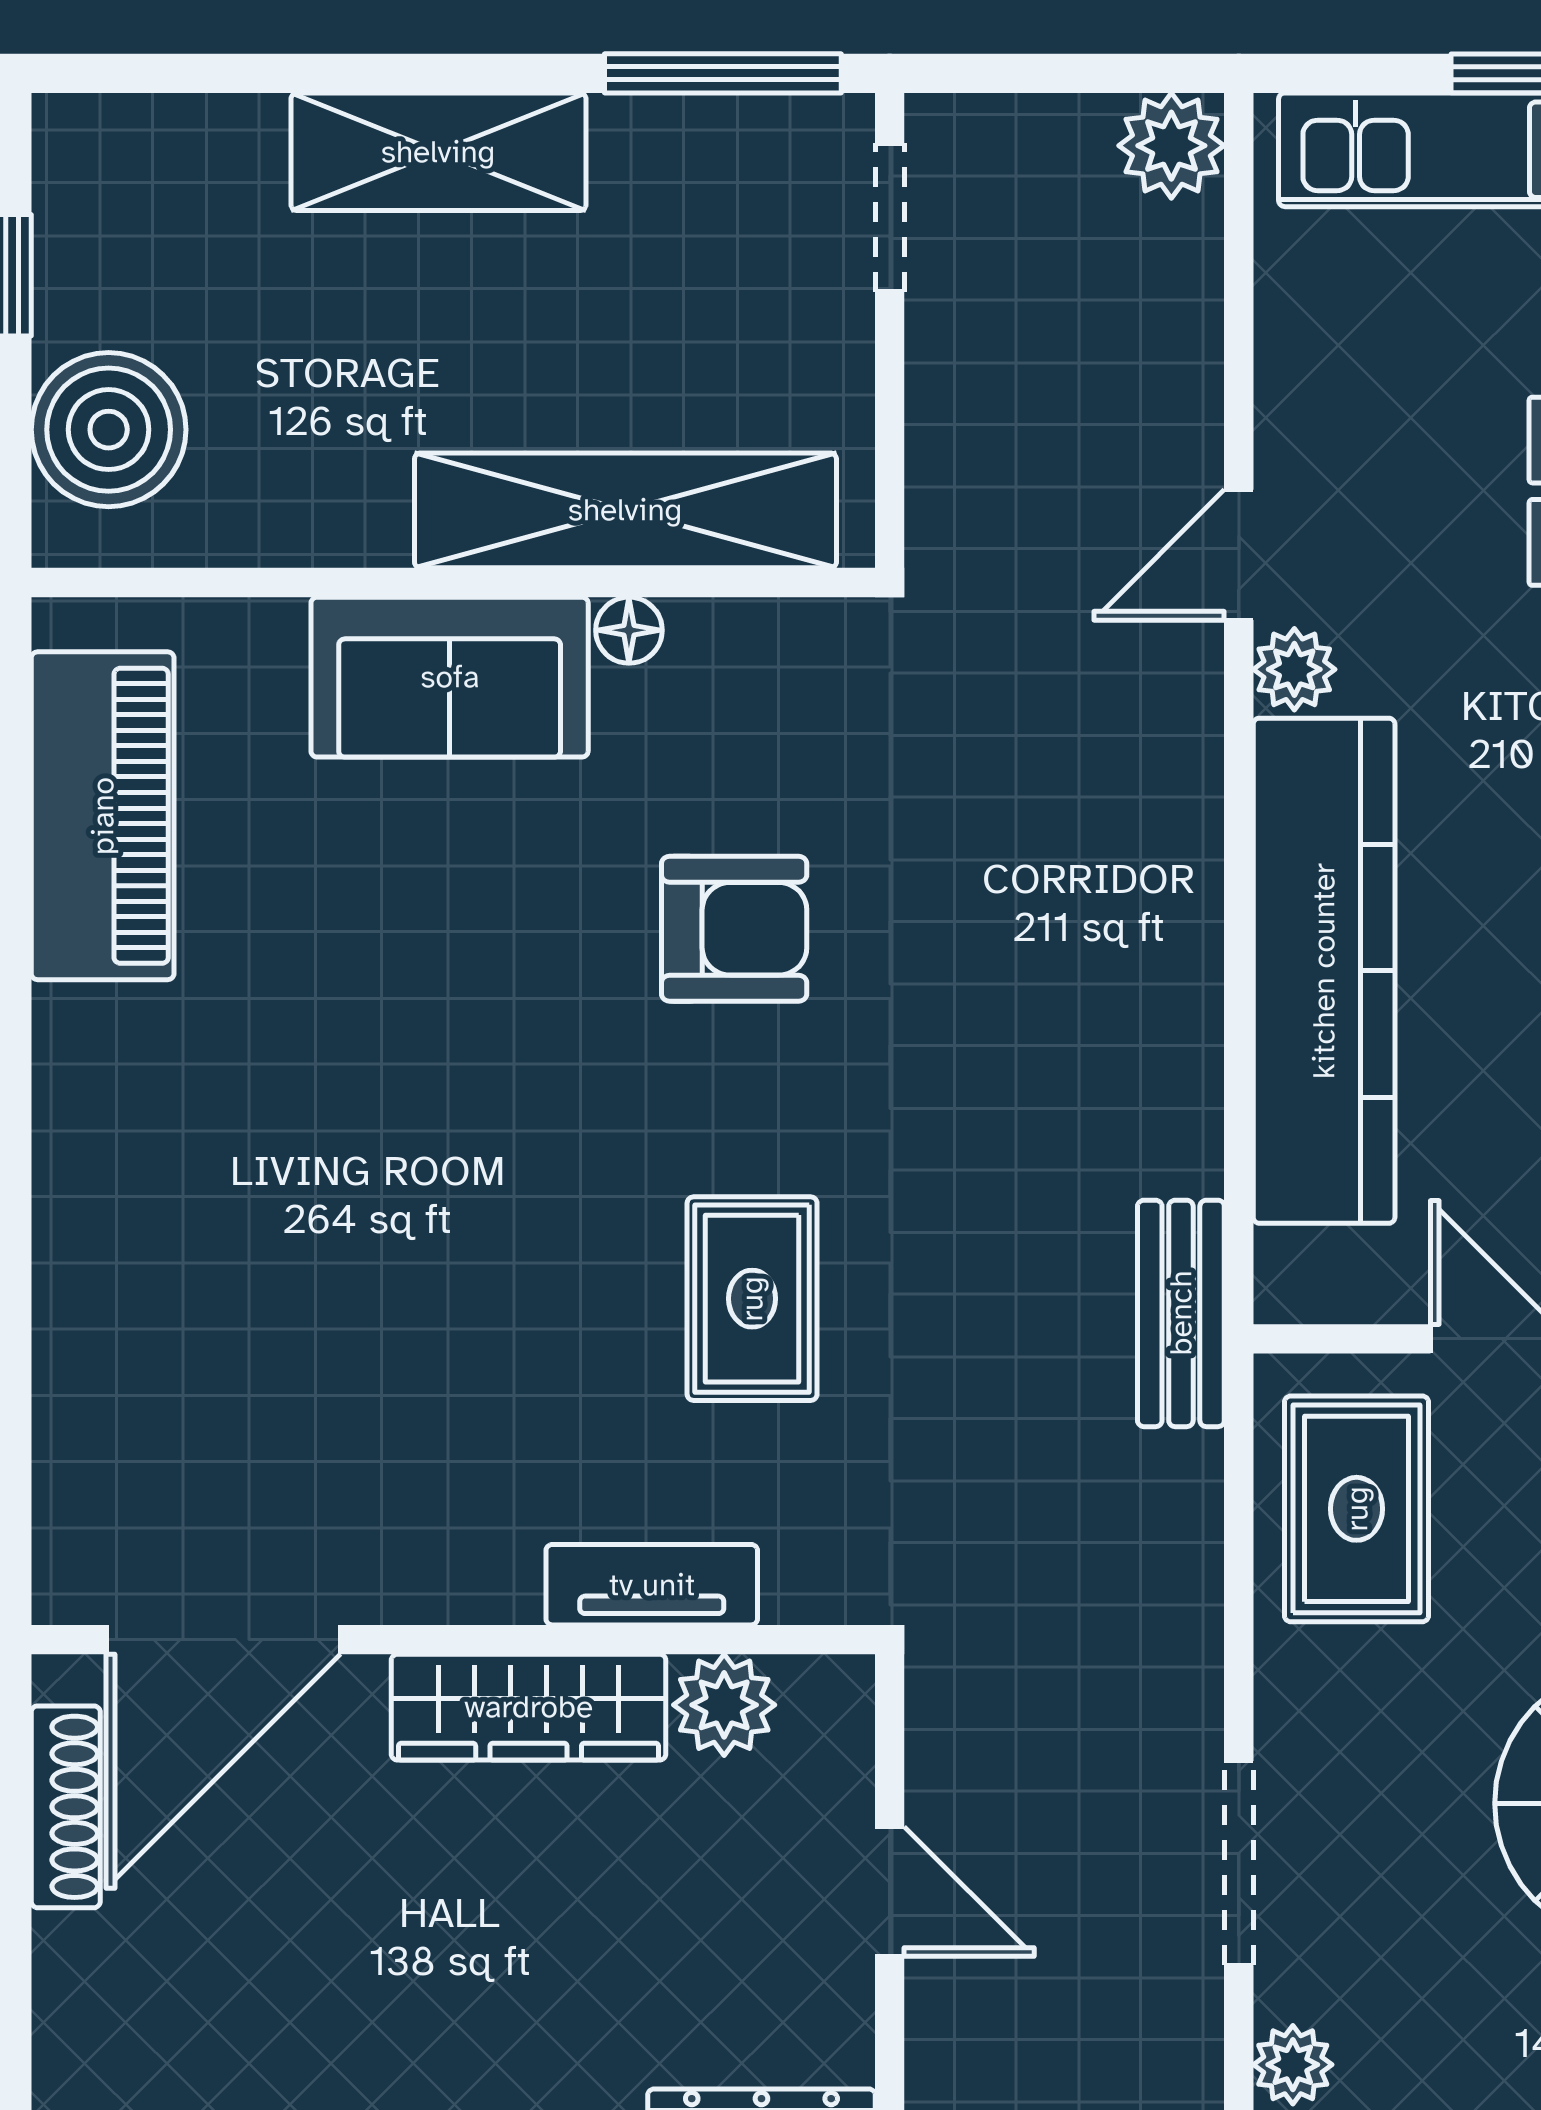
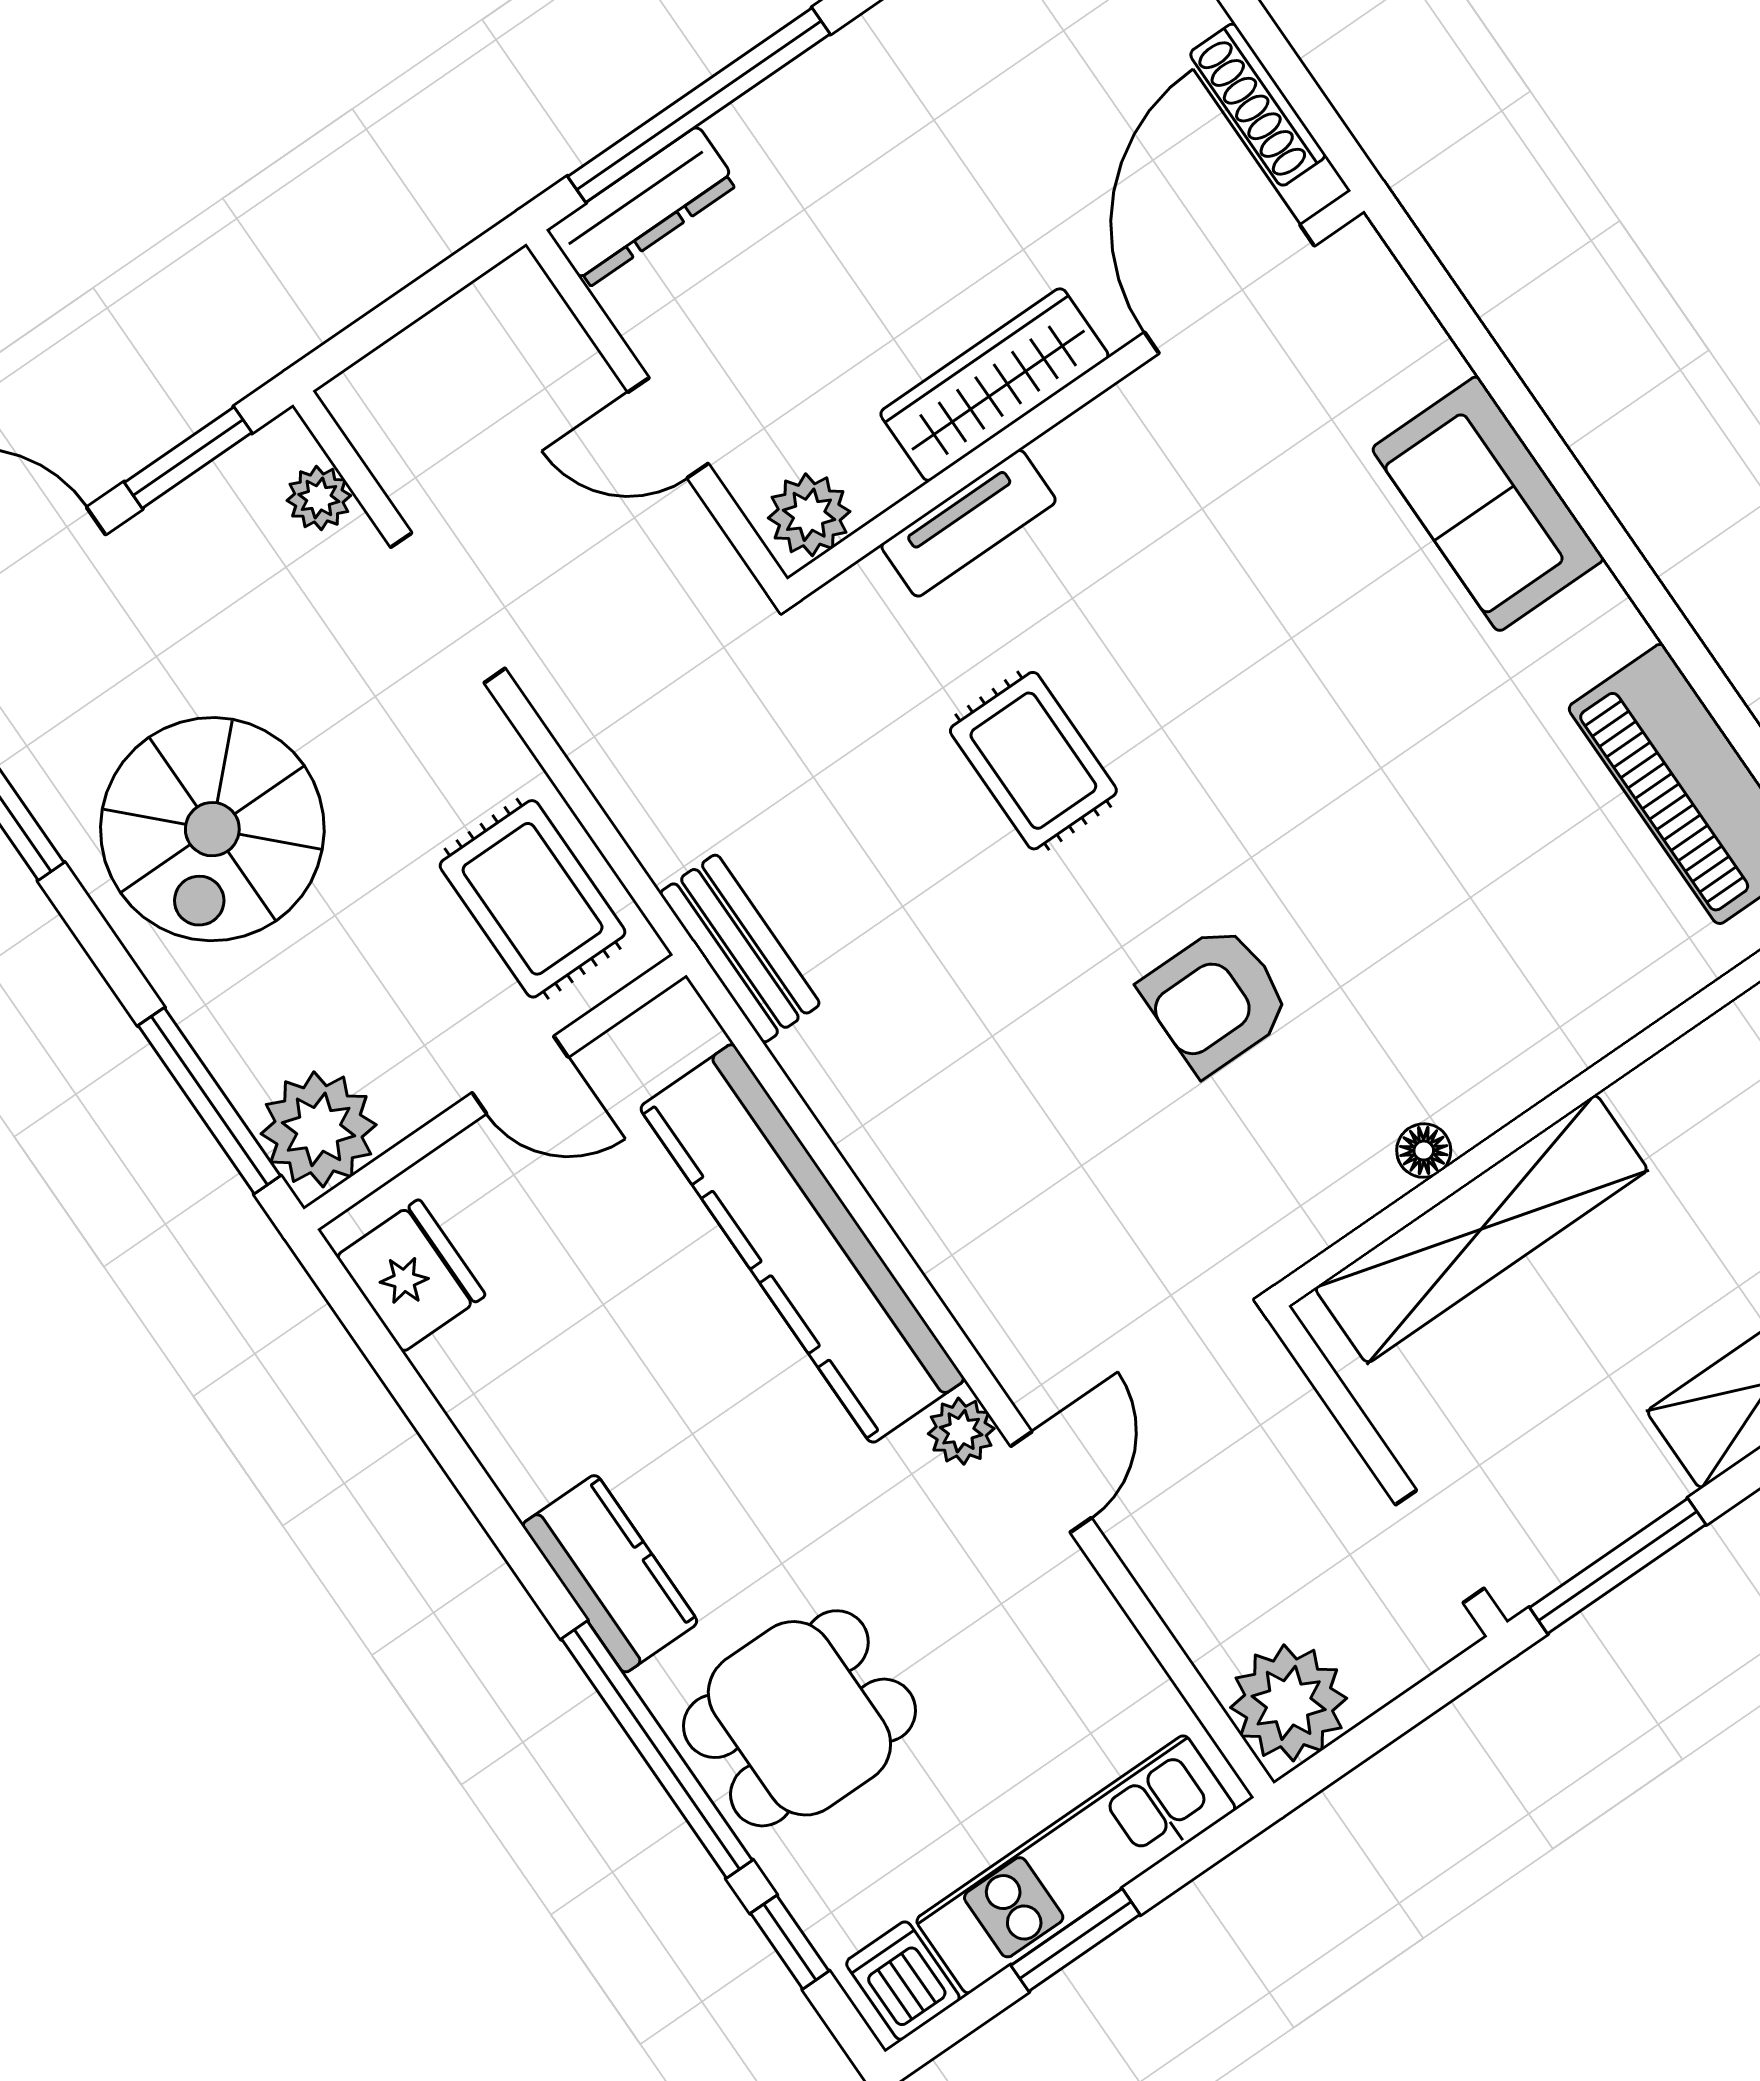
plant: (1171, 146) -> (1289, 1703), width x1.36, depth x1.36
sofa: (450, 677) -> (1488, 504), moved, turned -90
plant: (724, 1705) -> (809, 515), moved

